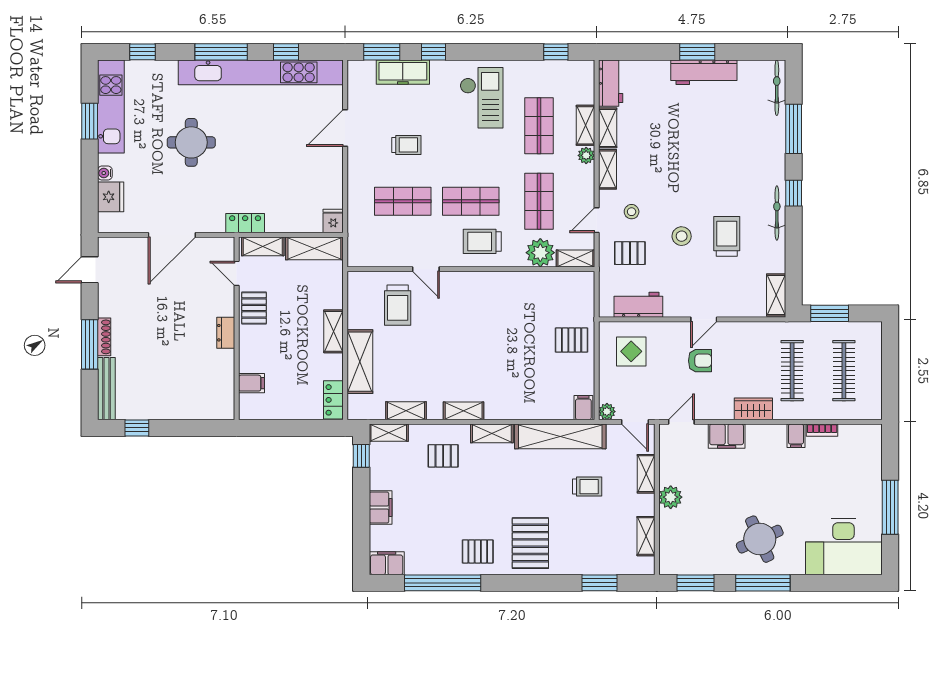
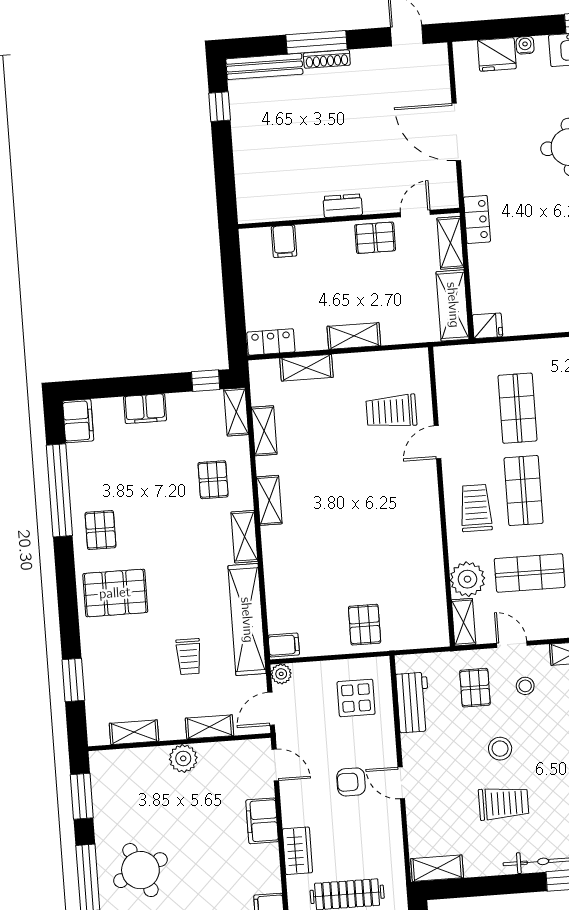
armchair: (700, 361) -> (351, 782), turned 90
shelving: (360, 362) -> (306, 368), width x0.67, depth x0.75

